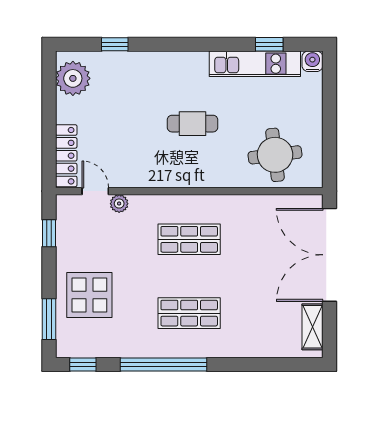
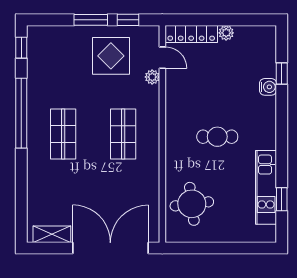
water cooler: (312, 61) -> (268, 87), moved
plant: (73, 78) -> (226, 33), moved, width x0.53, depth x0.53
cafe table: (193, 124) -> (217, 137), turned 90
door: (95, 191) -> (162, 58), hinge flipped
display table: (89, 295) -> (111, 56), moved
window: (49, 319) -> (91, 20), moved

